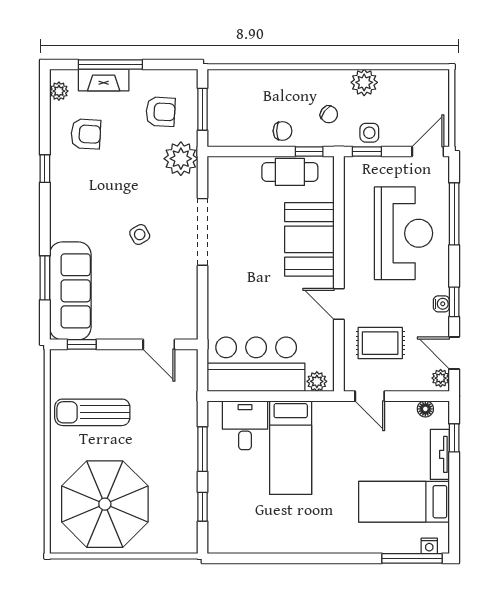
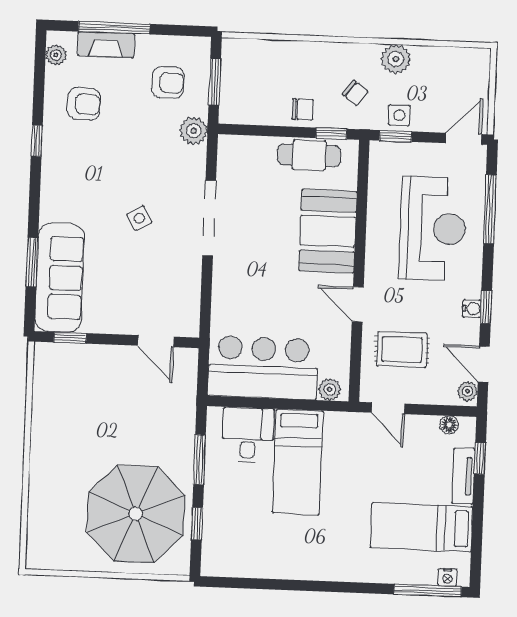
plant: (181, 159) -> (194, 131), width x0.73, depth x0.73
sun lounger: (92, 412) -> (79, 414), removed
parasol: (105, 504) -> (136, 514), moved

